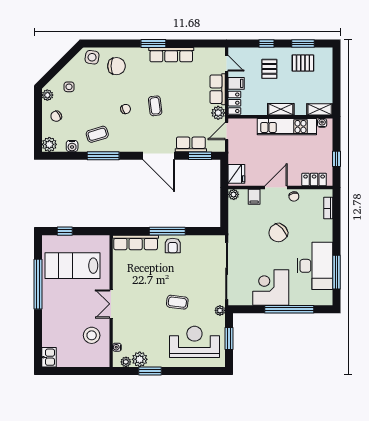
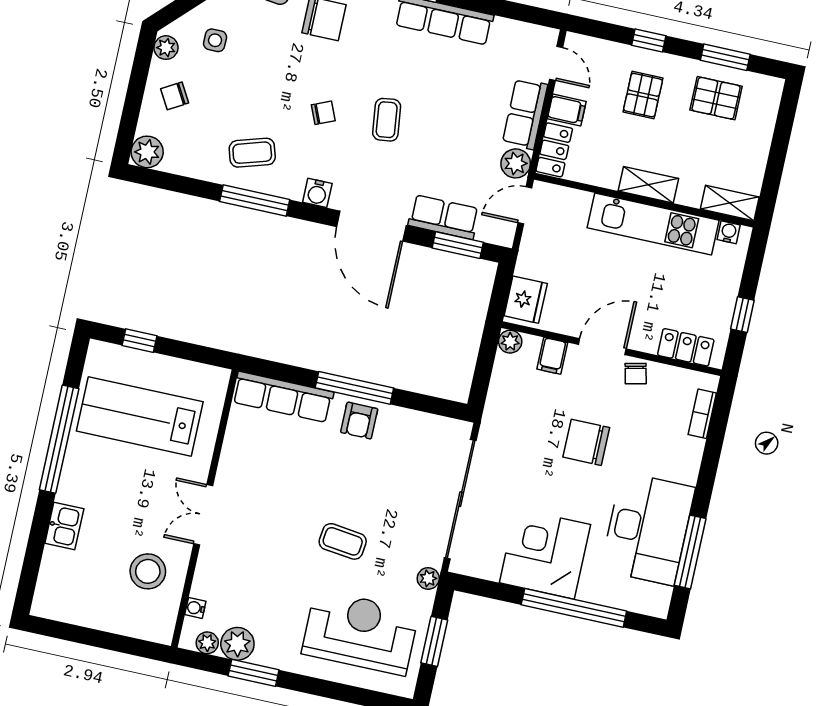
water cooler: (72, 146) -> (317, 193), moved
chair: (278, 233) -> (586, 442), turned 42
kitchen sink: (49, 357) -> (64, 526), moved

